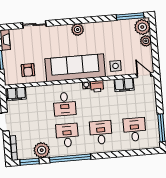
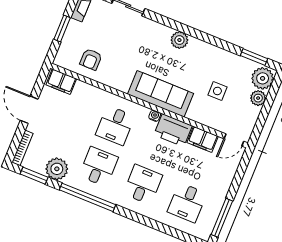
window: (130, 16) -> (254, 57), width x0.69
side table: (116, 66) -> (217, 91), moved
sofa: (75, 68) -> (161, 94), width x0.74, depth x0.79
door: (144, 75) -> (234, 140), swing flipped
printer: (97, 86) -> (173, 130), width x1.87, depth x1.48
desk: (135, 130) -> (187, 203), turned 180

